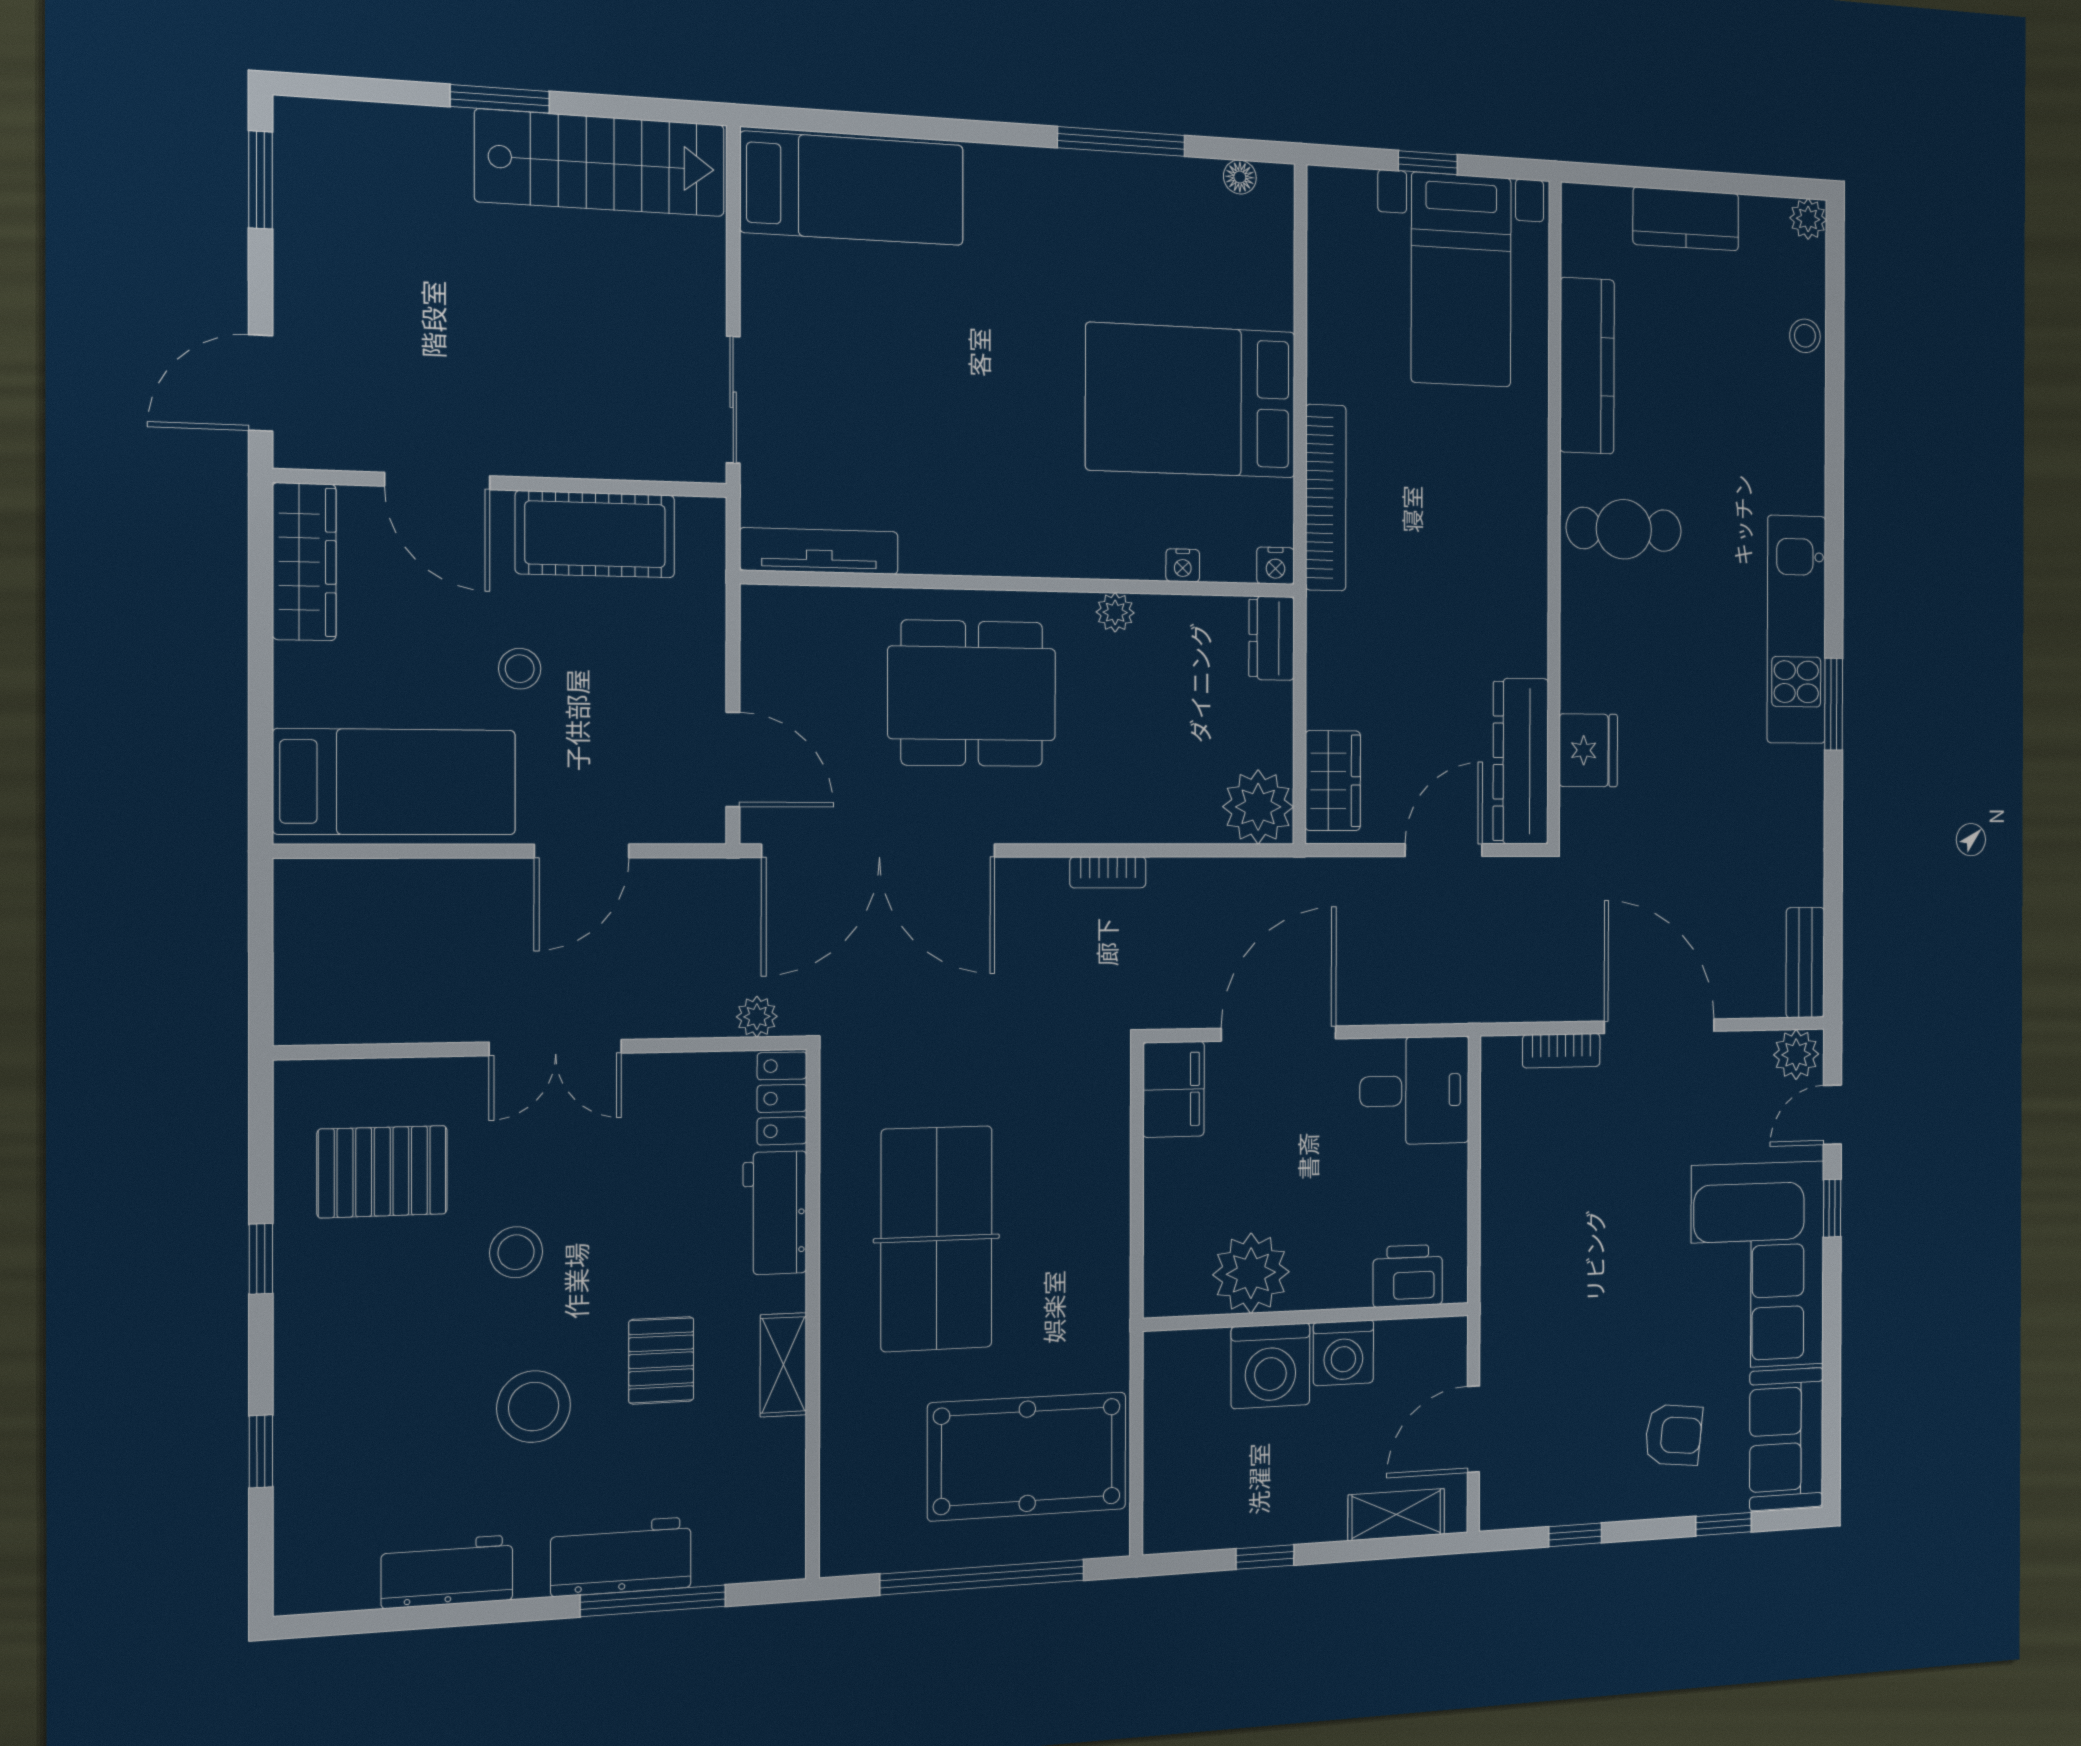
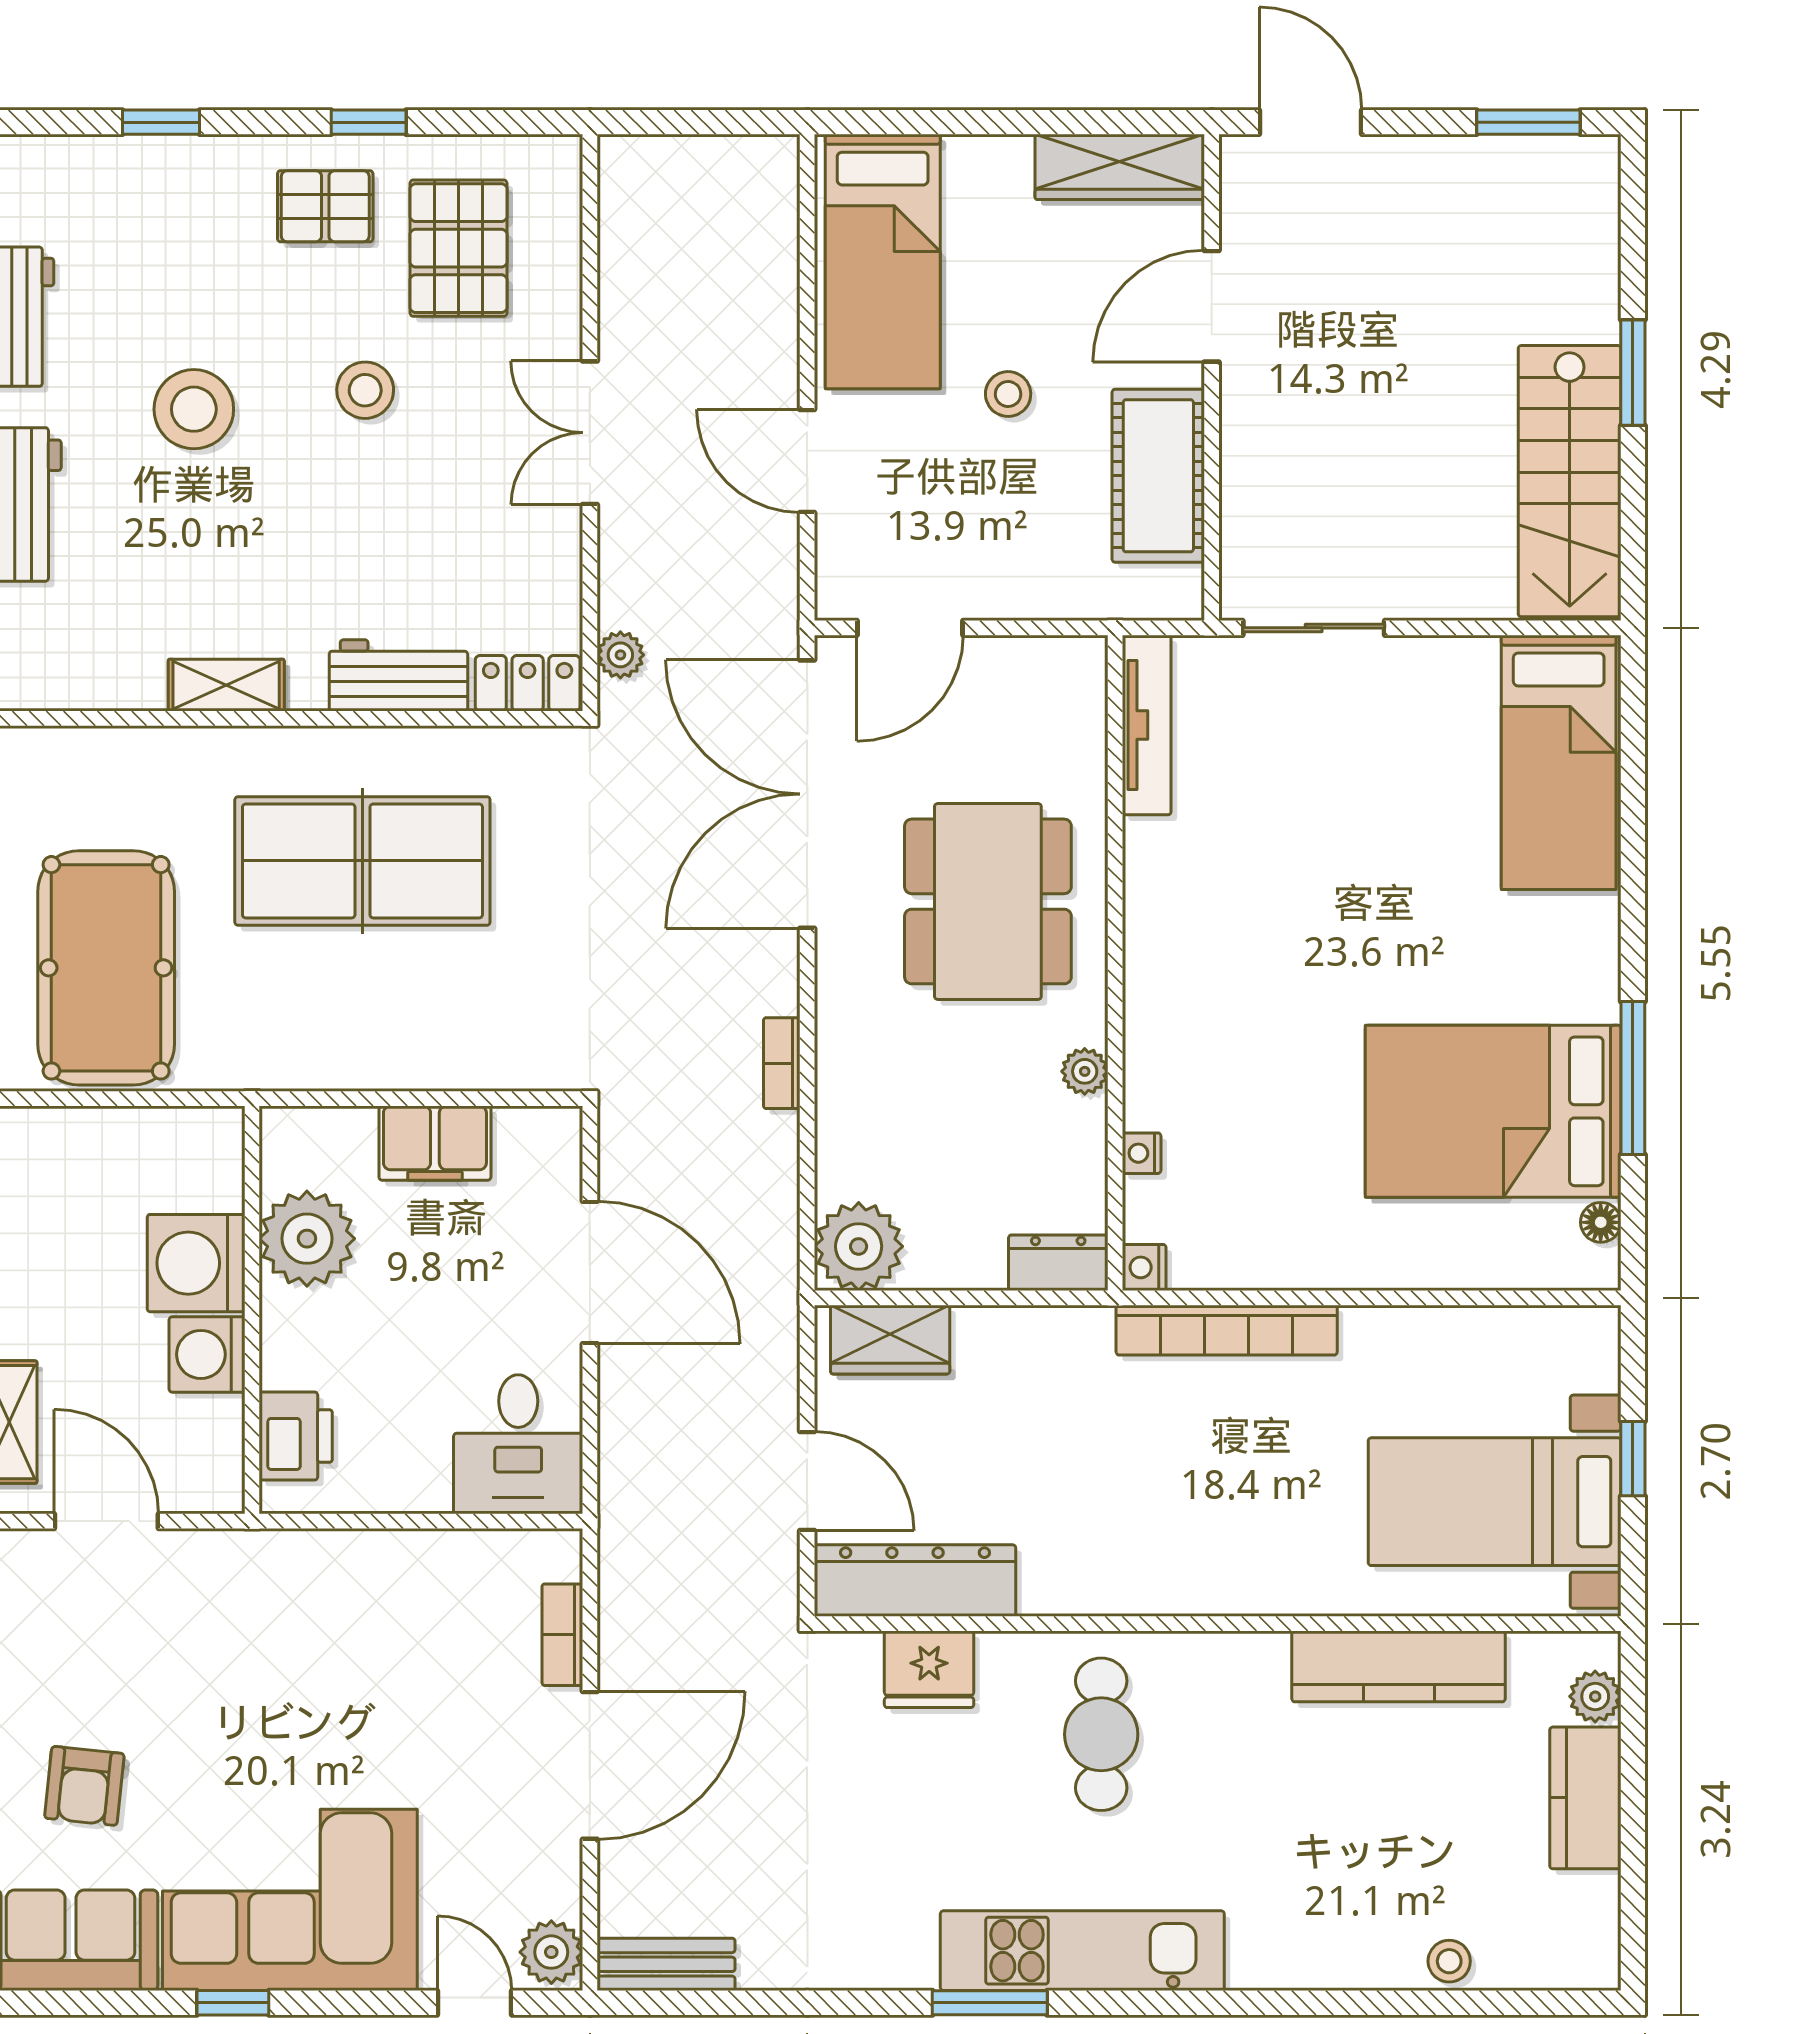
plant: (1808, 219) -> (1595, 1696), moved
bed: (1191, 401) -> (1493, 1111), moved, turned -90
cafe table: (1624, 529) -> (1101, 1734), moved
filing cabinet: (1174, 1089) -> (435, 1143), moved
window: (1832, 1208) -> (233, 2003), moved
pallet: (661, 1360) -> (325, 206), moved

